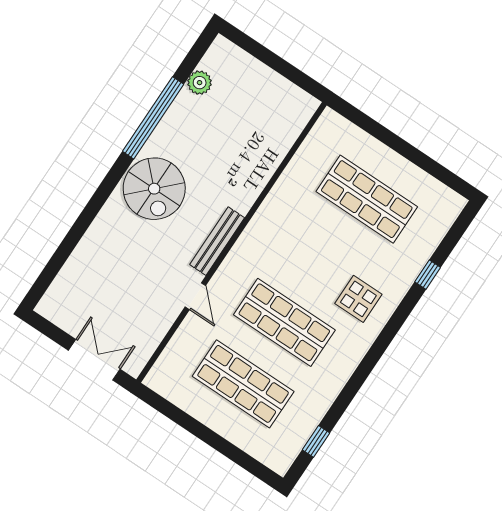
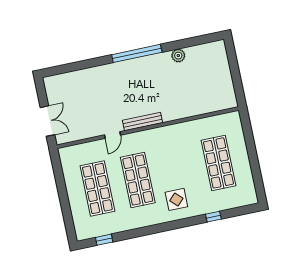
plant: (200, 83) -> (178, 56), moved
window: (153, 118) -> (137, 53), moved
spiral stairs: (154, 189) -> (138, 76), removed

